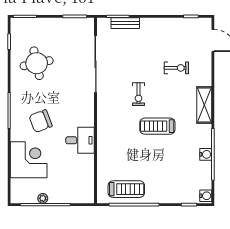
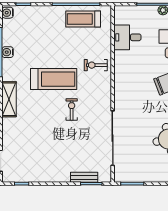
exercise bike: (176, 68) -> (96, 65), moved
treadmill: (157, 126) -> (54, 79), width x1.37, depth x1.38
desk: (80, 140) -> (127, 37), moved

